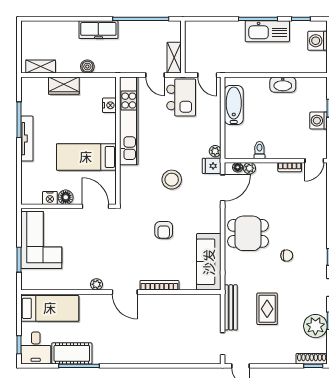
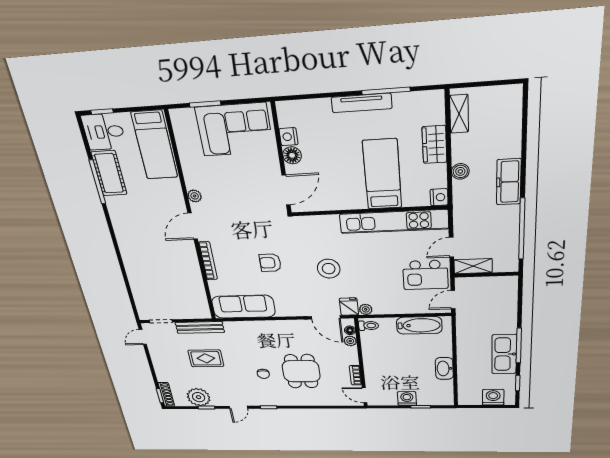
nightstand: (109, 105) -> (439, 197), moved, turned -90
toilet: (259, 150) -> (369, 326), moved
bed: (86, 157) -> (382, 174), moved
dining table: (248, 233) -> (301, 371), moved

